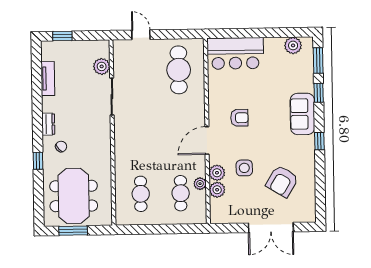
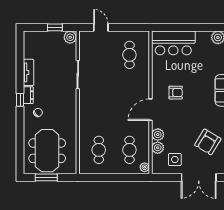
window: (62, 36) -> (55, 27), moved
plant: (102, 66) -> (70, 37), moved
cafe table: (179, 70) -> (129, 55), width x0.73, depth x0.74
tv unit: (48, 79) -> (29, 72), moved
window: (38, 161) -> (20, 100), moved
side table: (244, 168) -> (175, 159), moved
plant: (200, 184) -> (145, 167), moved

